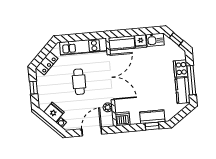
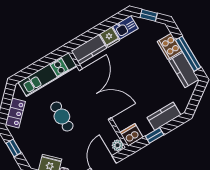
plant: (108, 107) -> (118, 145), moved
window: (152, 126) -> (155, 135), moved

